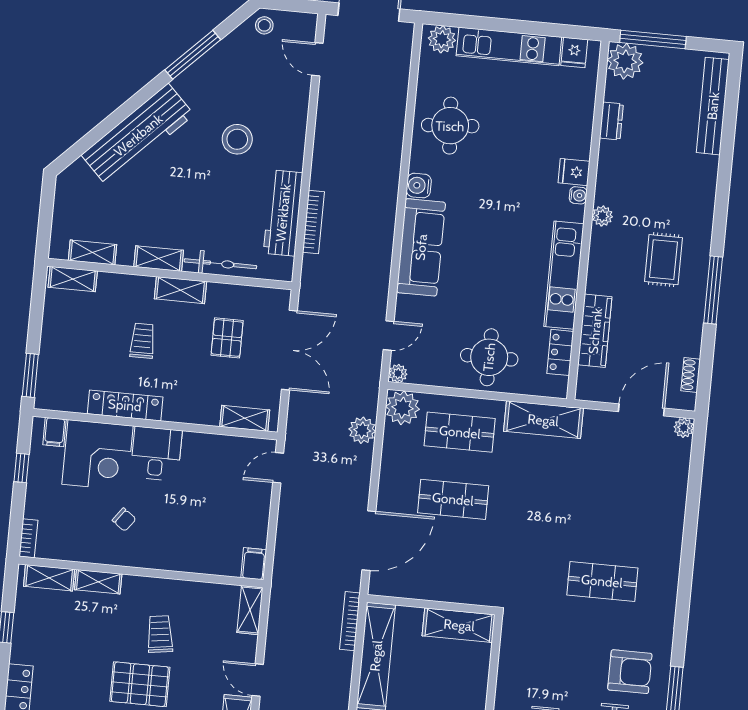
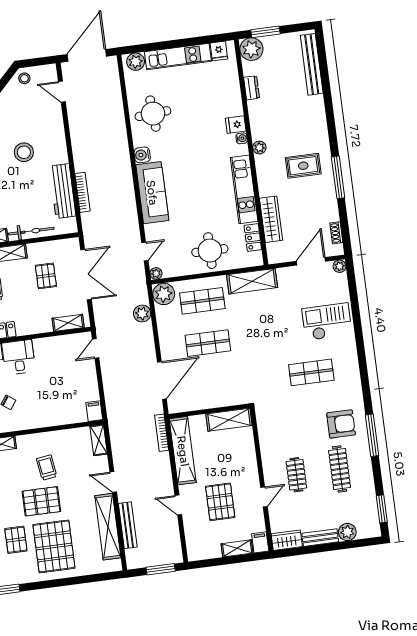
window: (653, 40) -> (265, 32), width x0.69
rug: (664, 260) -> (303, 166), turned 90
checkout: (644, 509) -> (327, 322), added

